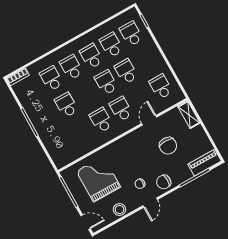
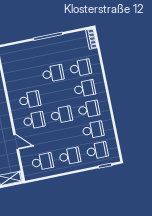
school desk: (126, 71) -> (70, 156), moved

